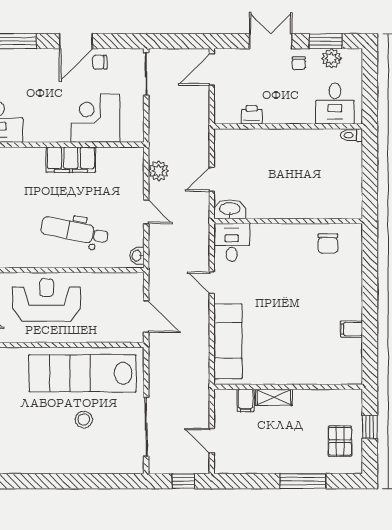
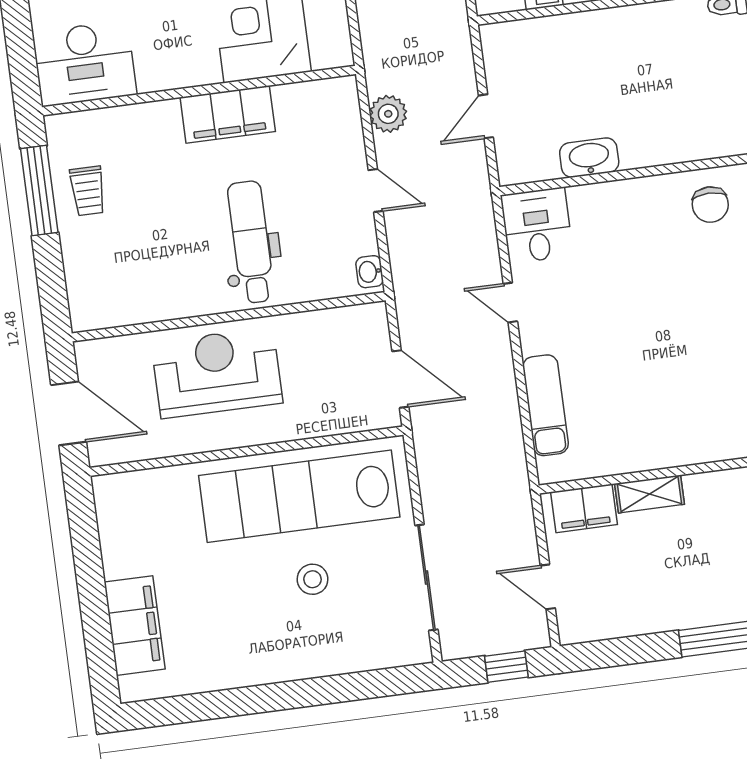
washbasin: (230, 209) -> (589, 158), moved
dental chair: (74, 231) -> (251, 242), turned 79
exam couch: (228, 341) -> (546, 405), width x0.73, depth x0.69
filing cabinet: (246, 400) -> (584, 508), width x2.00

